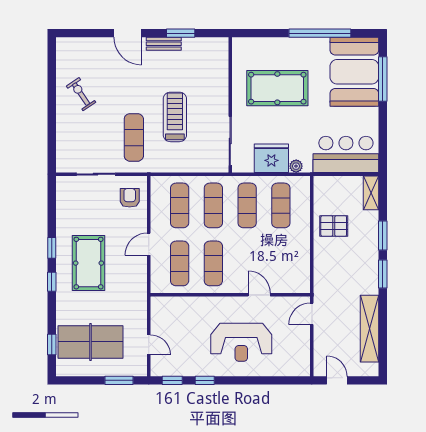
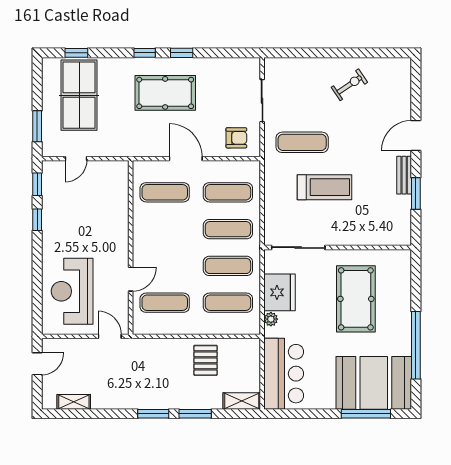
door: (149, 244) -> (186, 159), width x1.38
exercise mat: (213, 263) -> (165, 303), moved
shelving: (369, 329) -> (74, 402), width x0.45, depth x0.75
reception desk: (241, 342) -> (72, 291), moved

